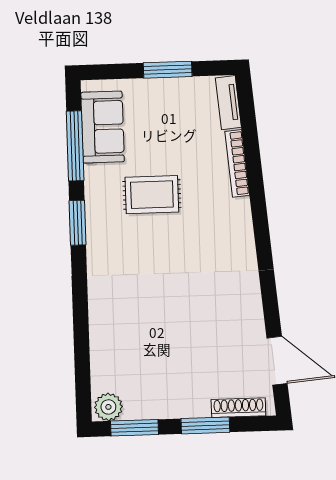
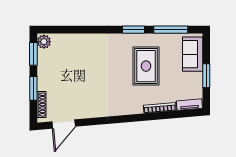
sofa: (103, 127) -> (193, 54), moved, turned 90
rug: (152, 195) -> (146, 66), width x1.36, depth x1.43

